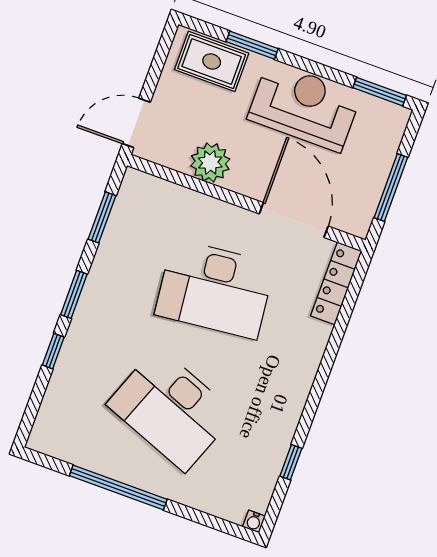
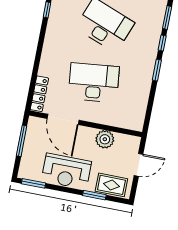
door: (136, 123) -> (138, 165), moved
window: (102, 217) -> (167, 18), moved

